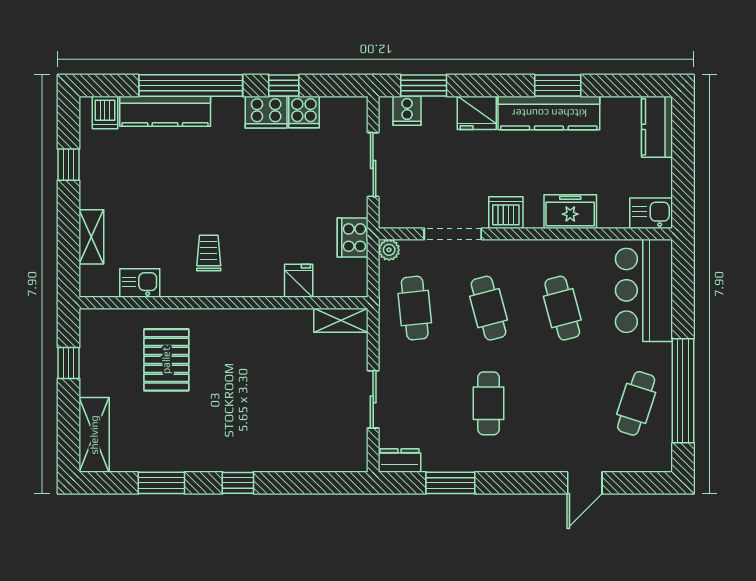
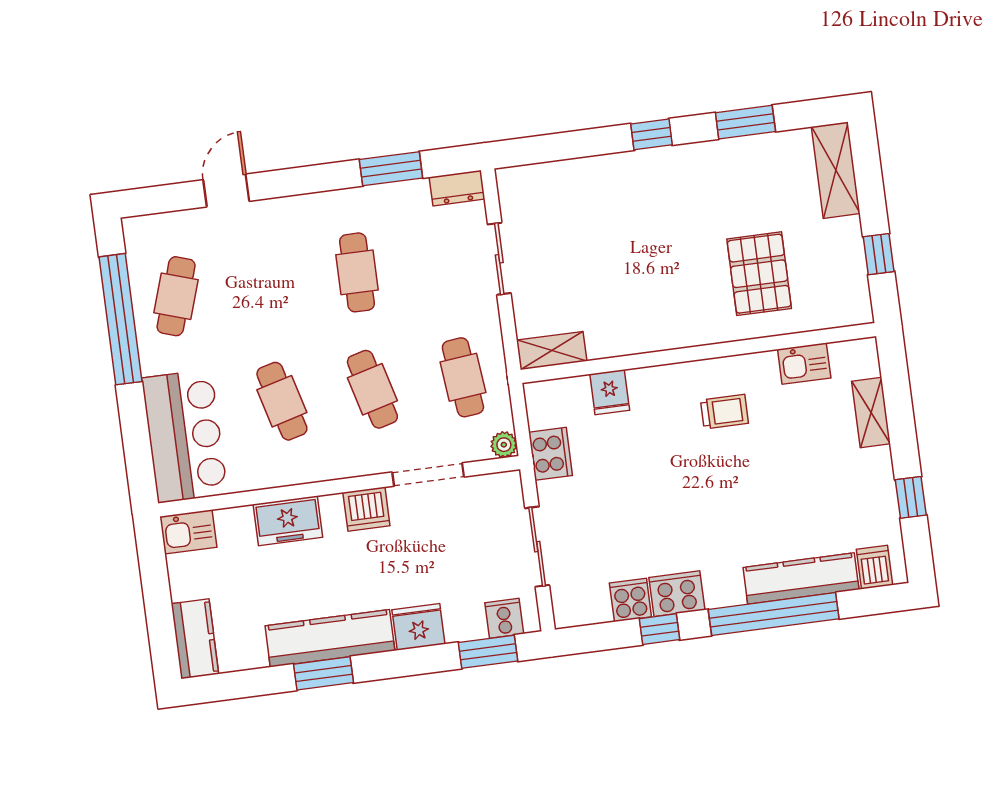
trolley: (209, 253) -> (724, 412), turned -90

